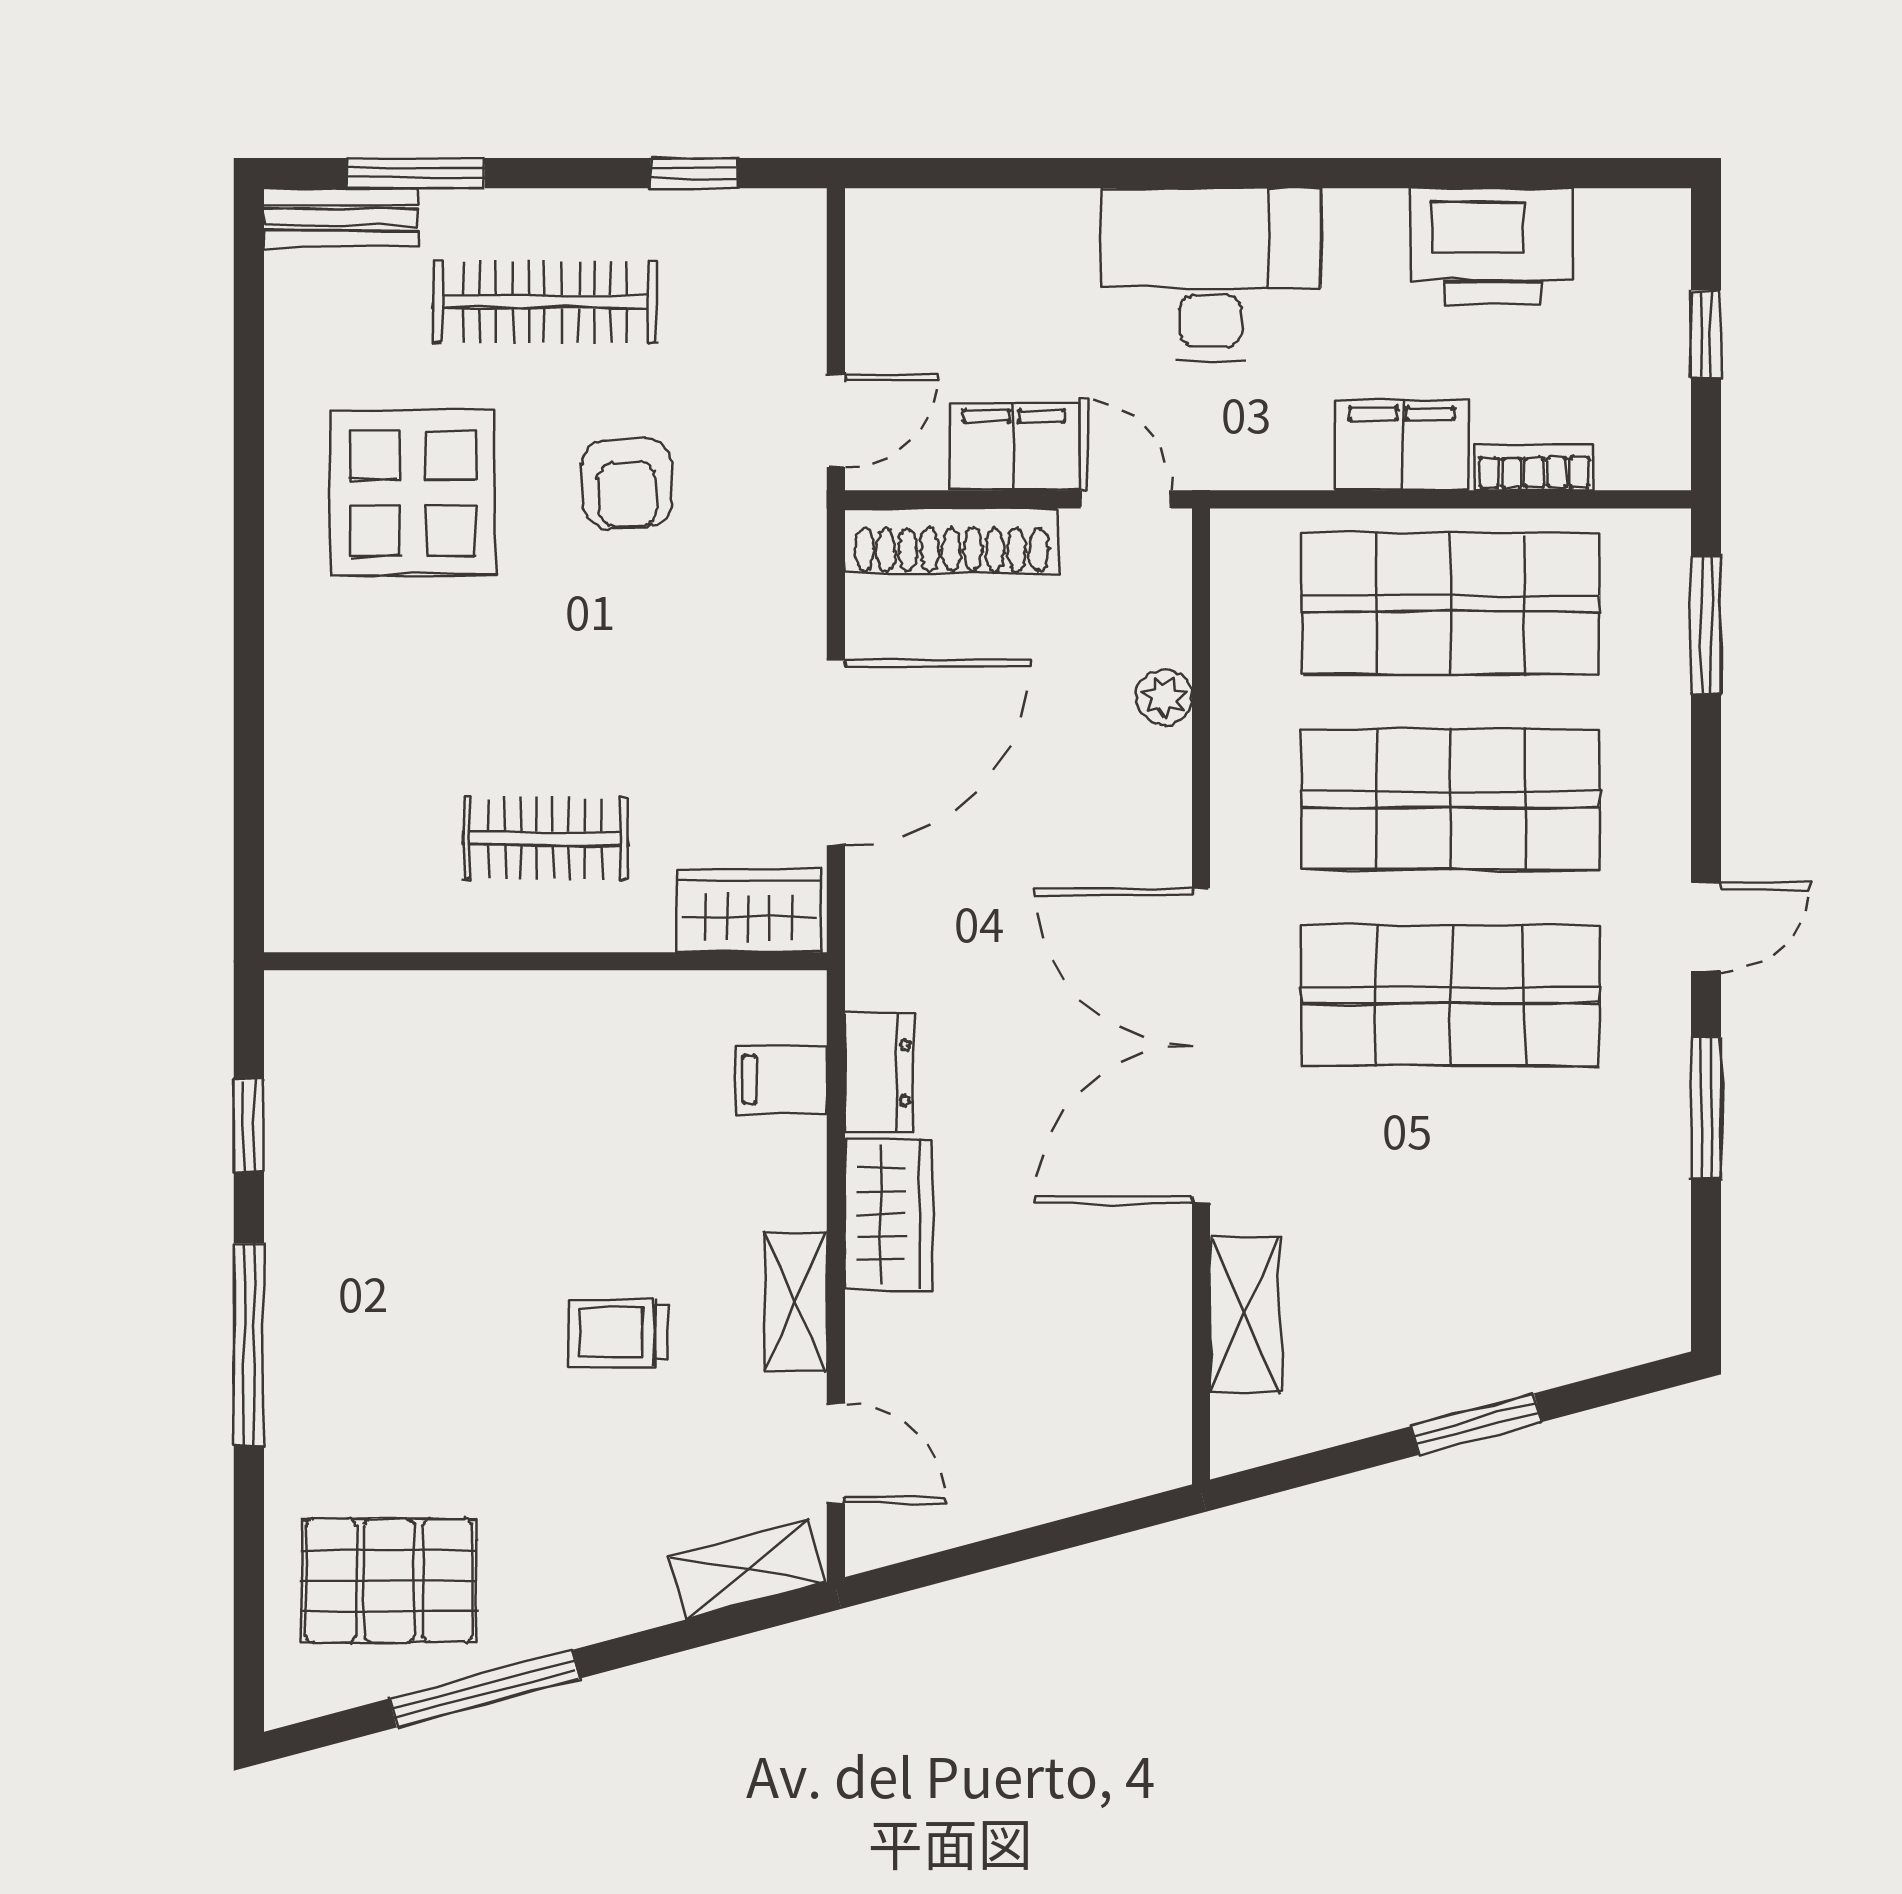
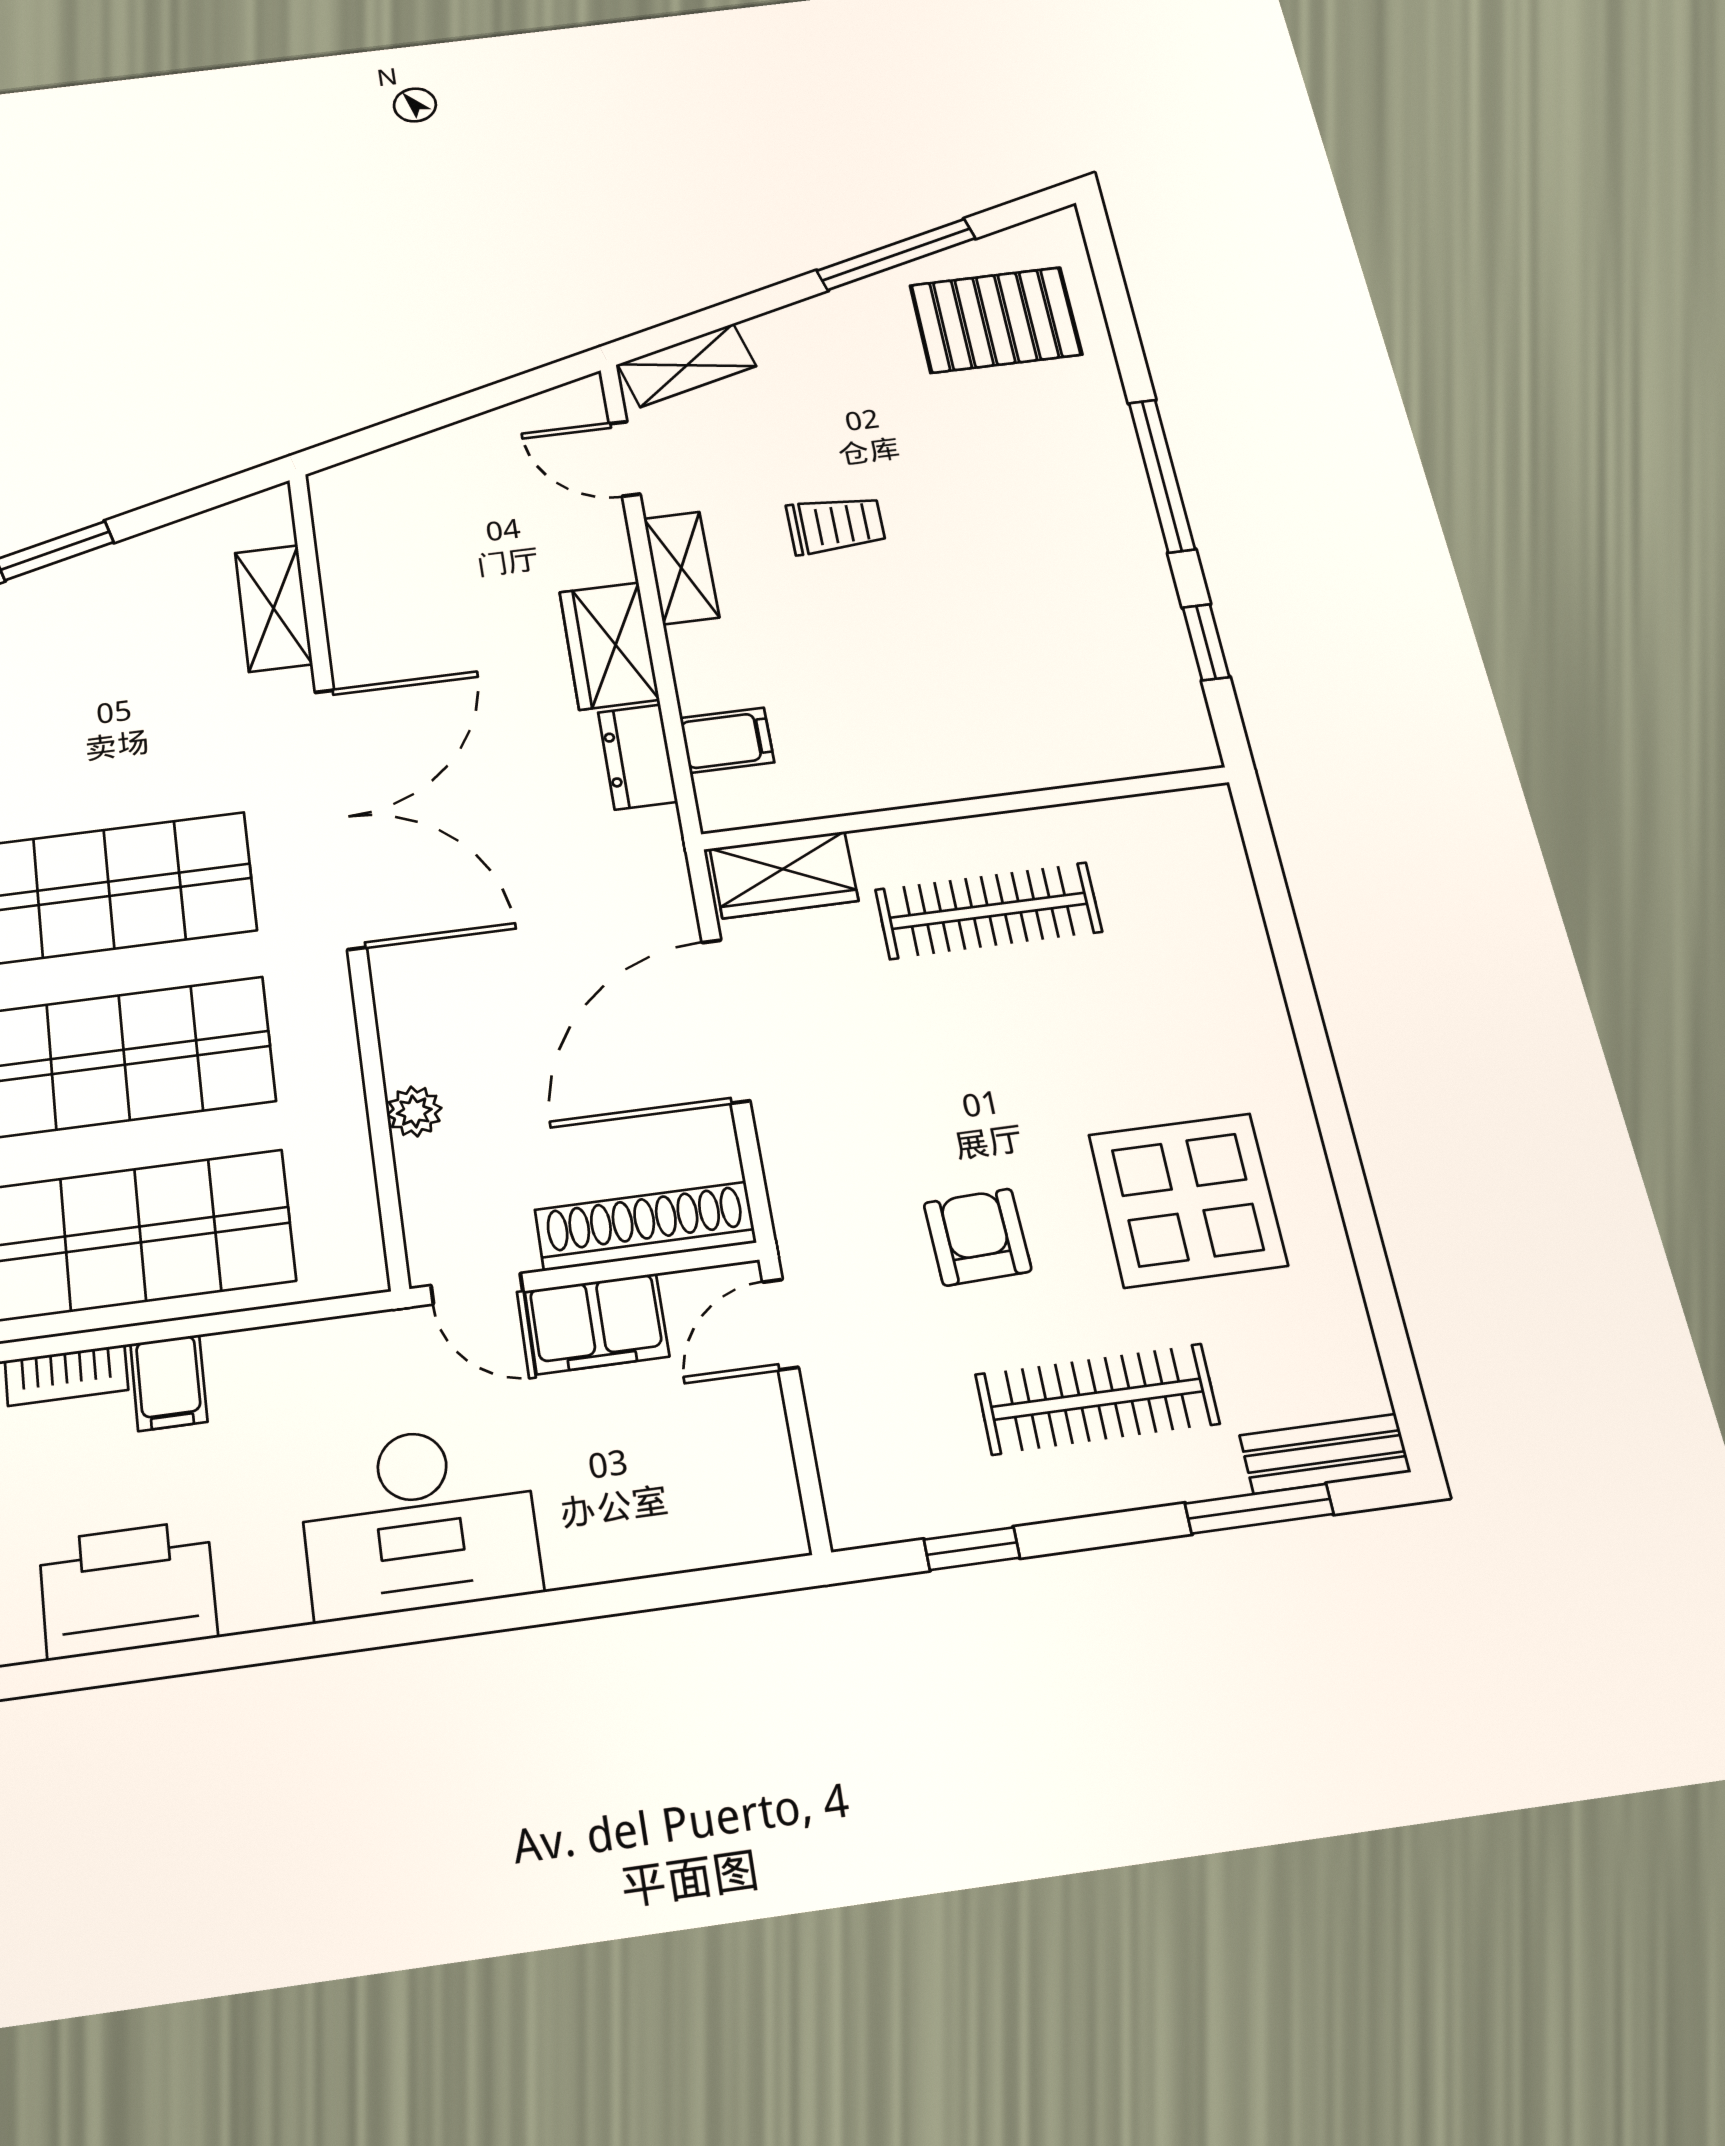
filing cabinet: (1402, 445) -> (169, 1383), width x0.50
clothes rail: (545, 838) -> (988, 911), width x1.36

